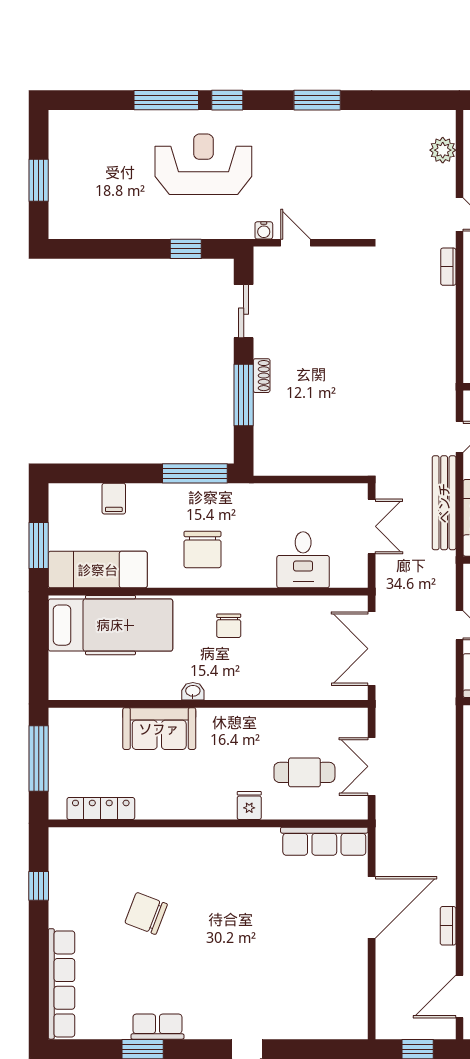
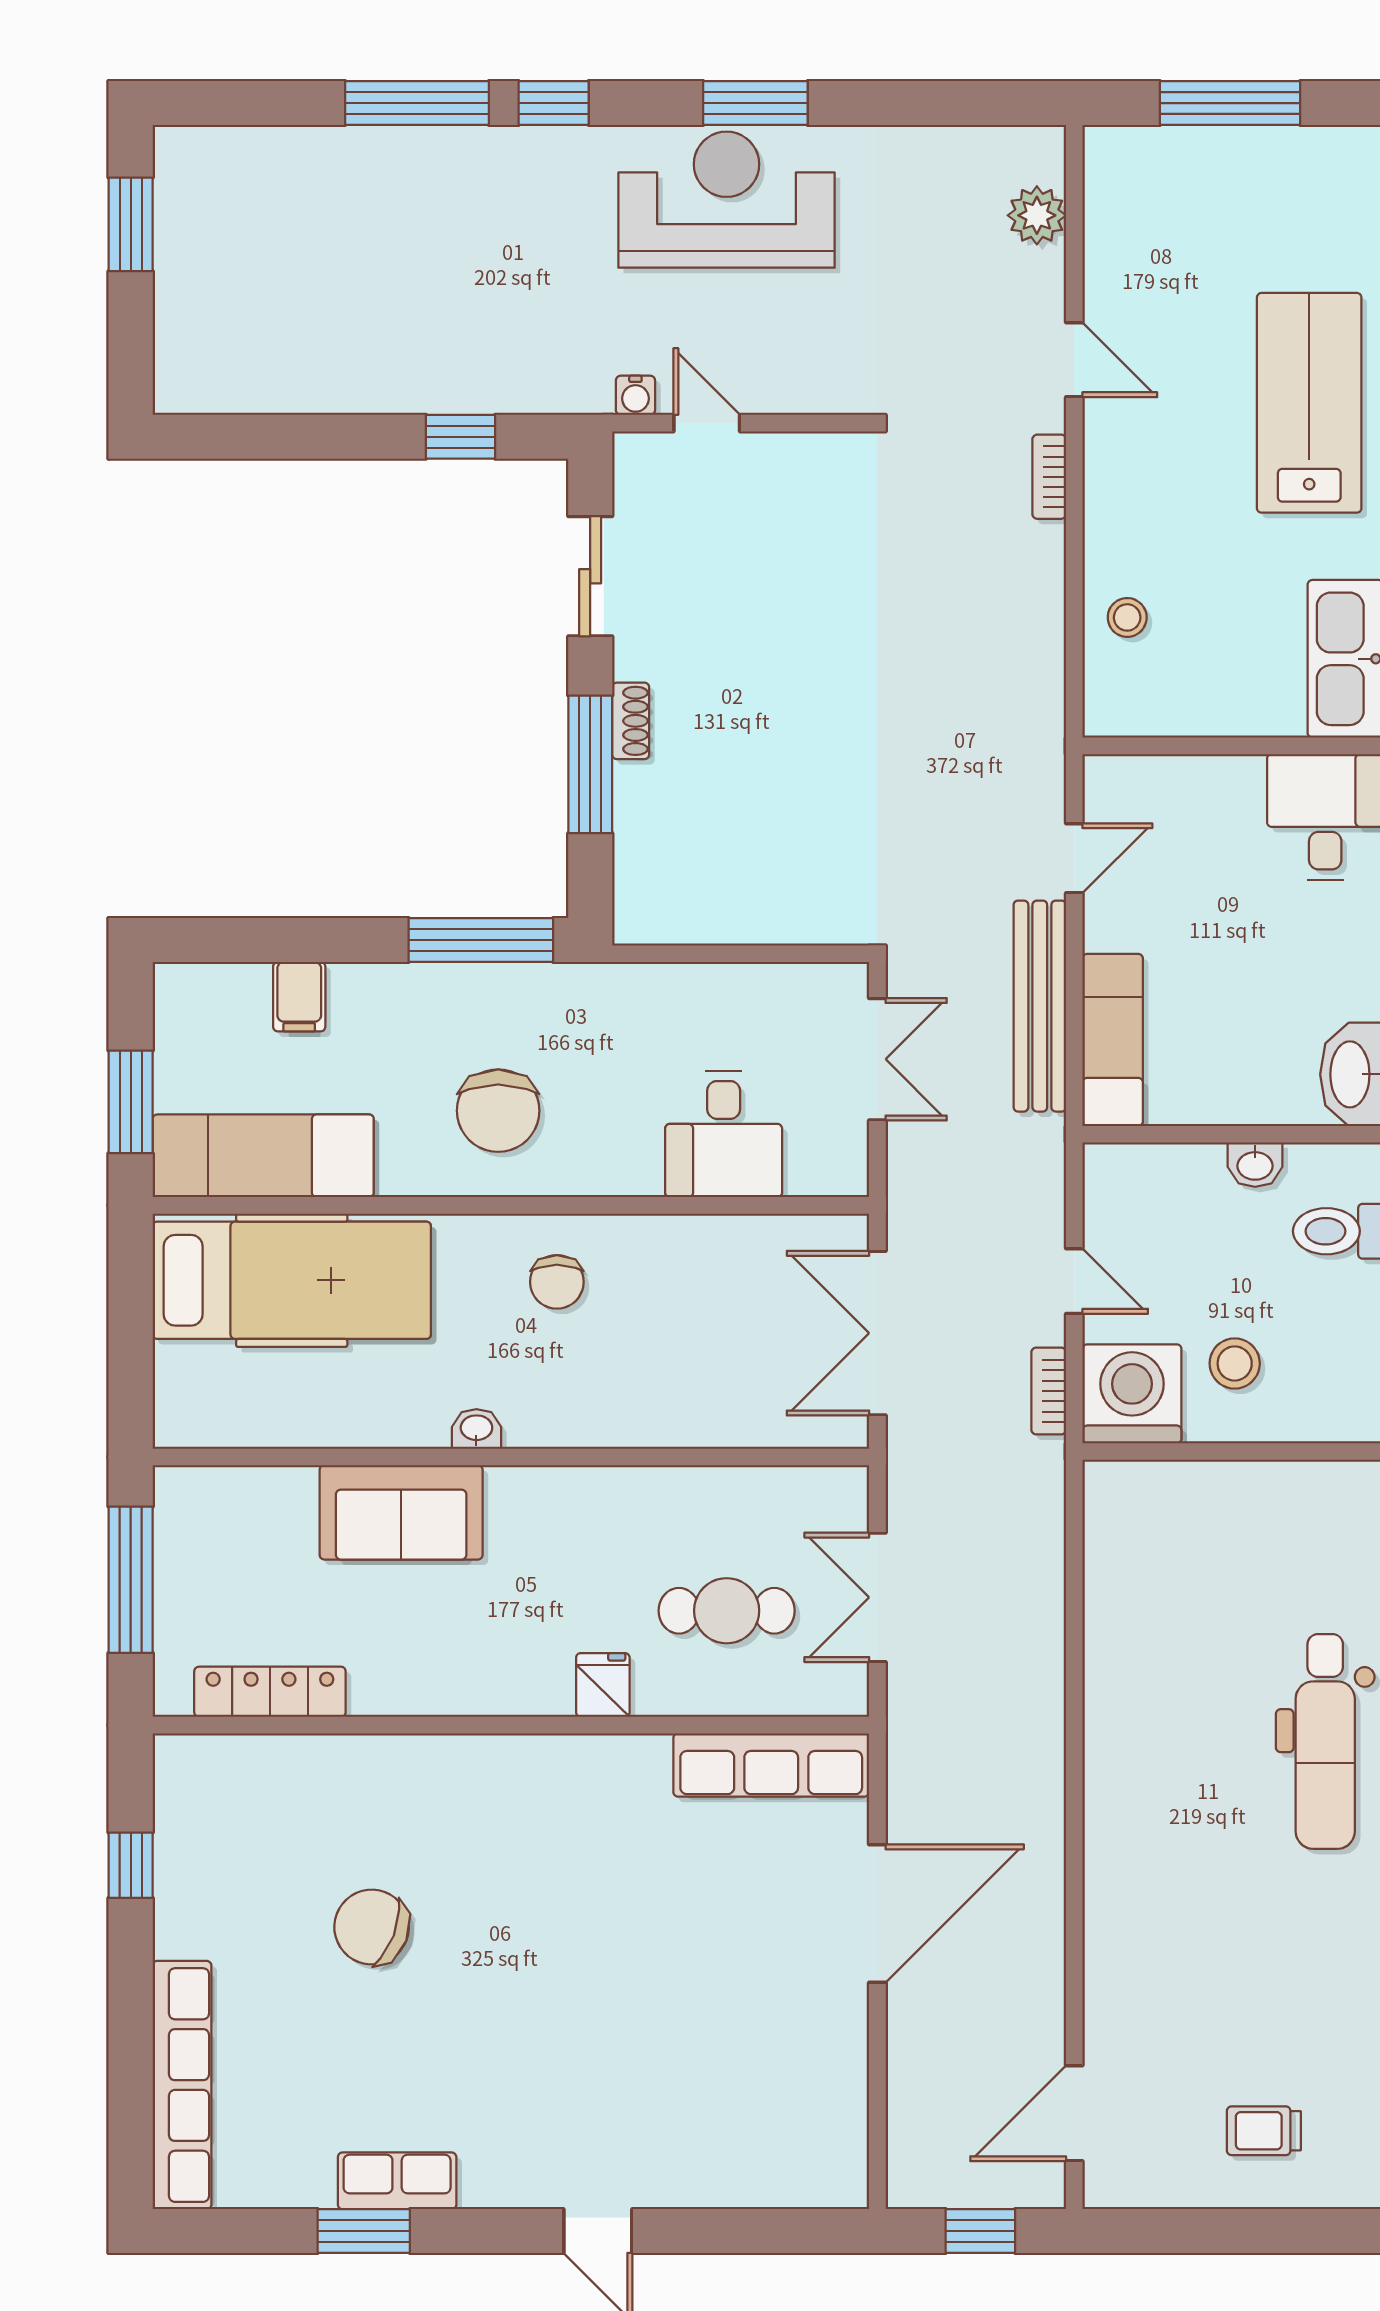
reception desk: (203, 164) -> (727, 200), moved
window: (39, 180) -> (131, 224), moved
bookcase: (448, 926) -> (1049, 1391), moved

